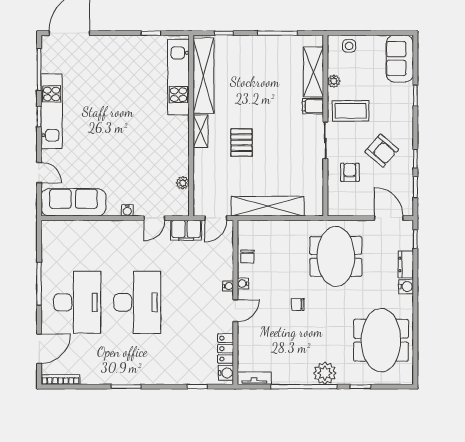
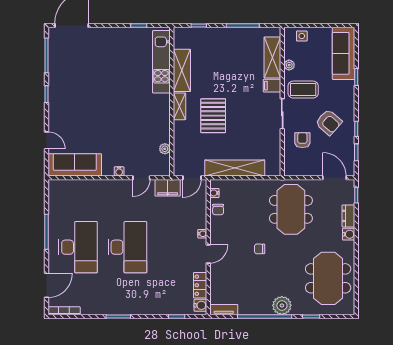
sofa: (400, 59) -> (344, 53), width x1.36
shelving: (203, 76) -> (182, 70), width x0.68
kitchen unit: (52, 111) -> (57, 90), removed
pallet: (241, 143) -> (213, 116), width x1.50, depth x1.42
water cooler: (243, 284) -> (214, 193), moved

